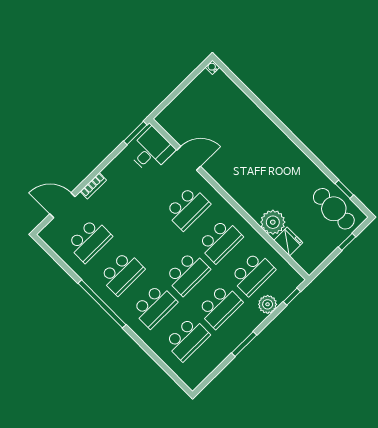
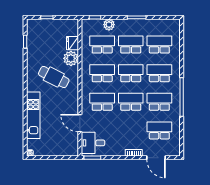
kitchen unit: (251, 114) -> (33, 115), added
cafe table: (334, 209) -> (54, 77), moved, turned -63
school desk: (155, 241) -> (131, 102), added

